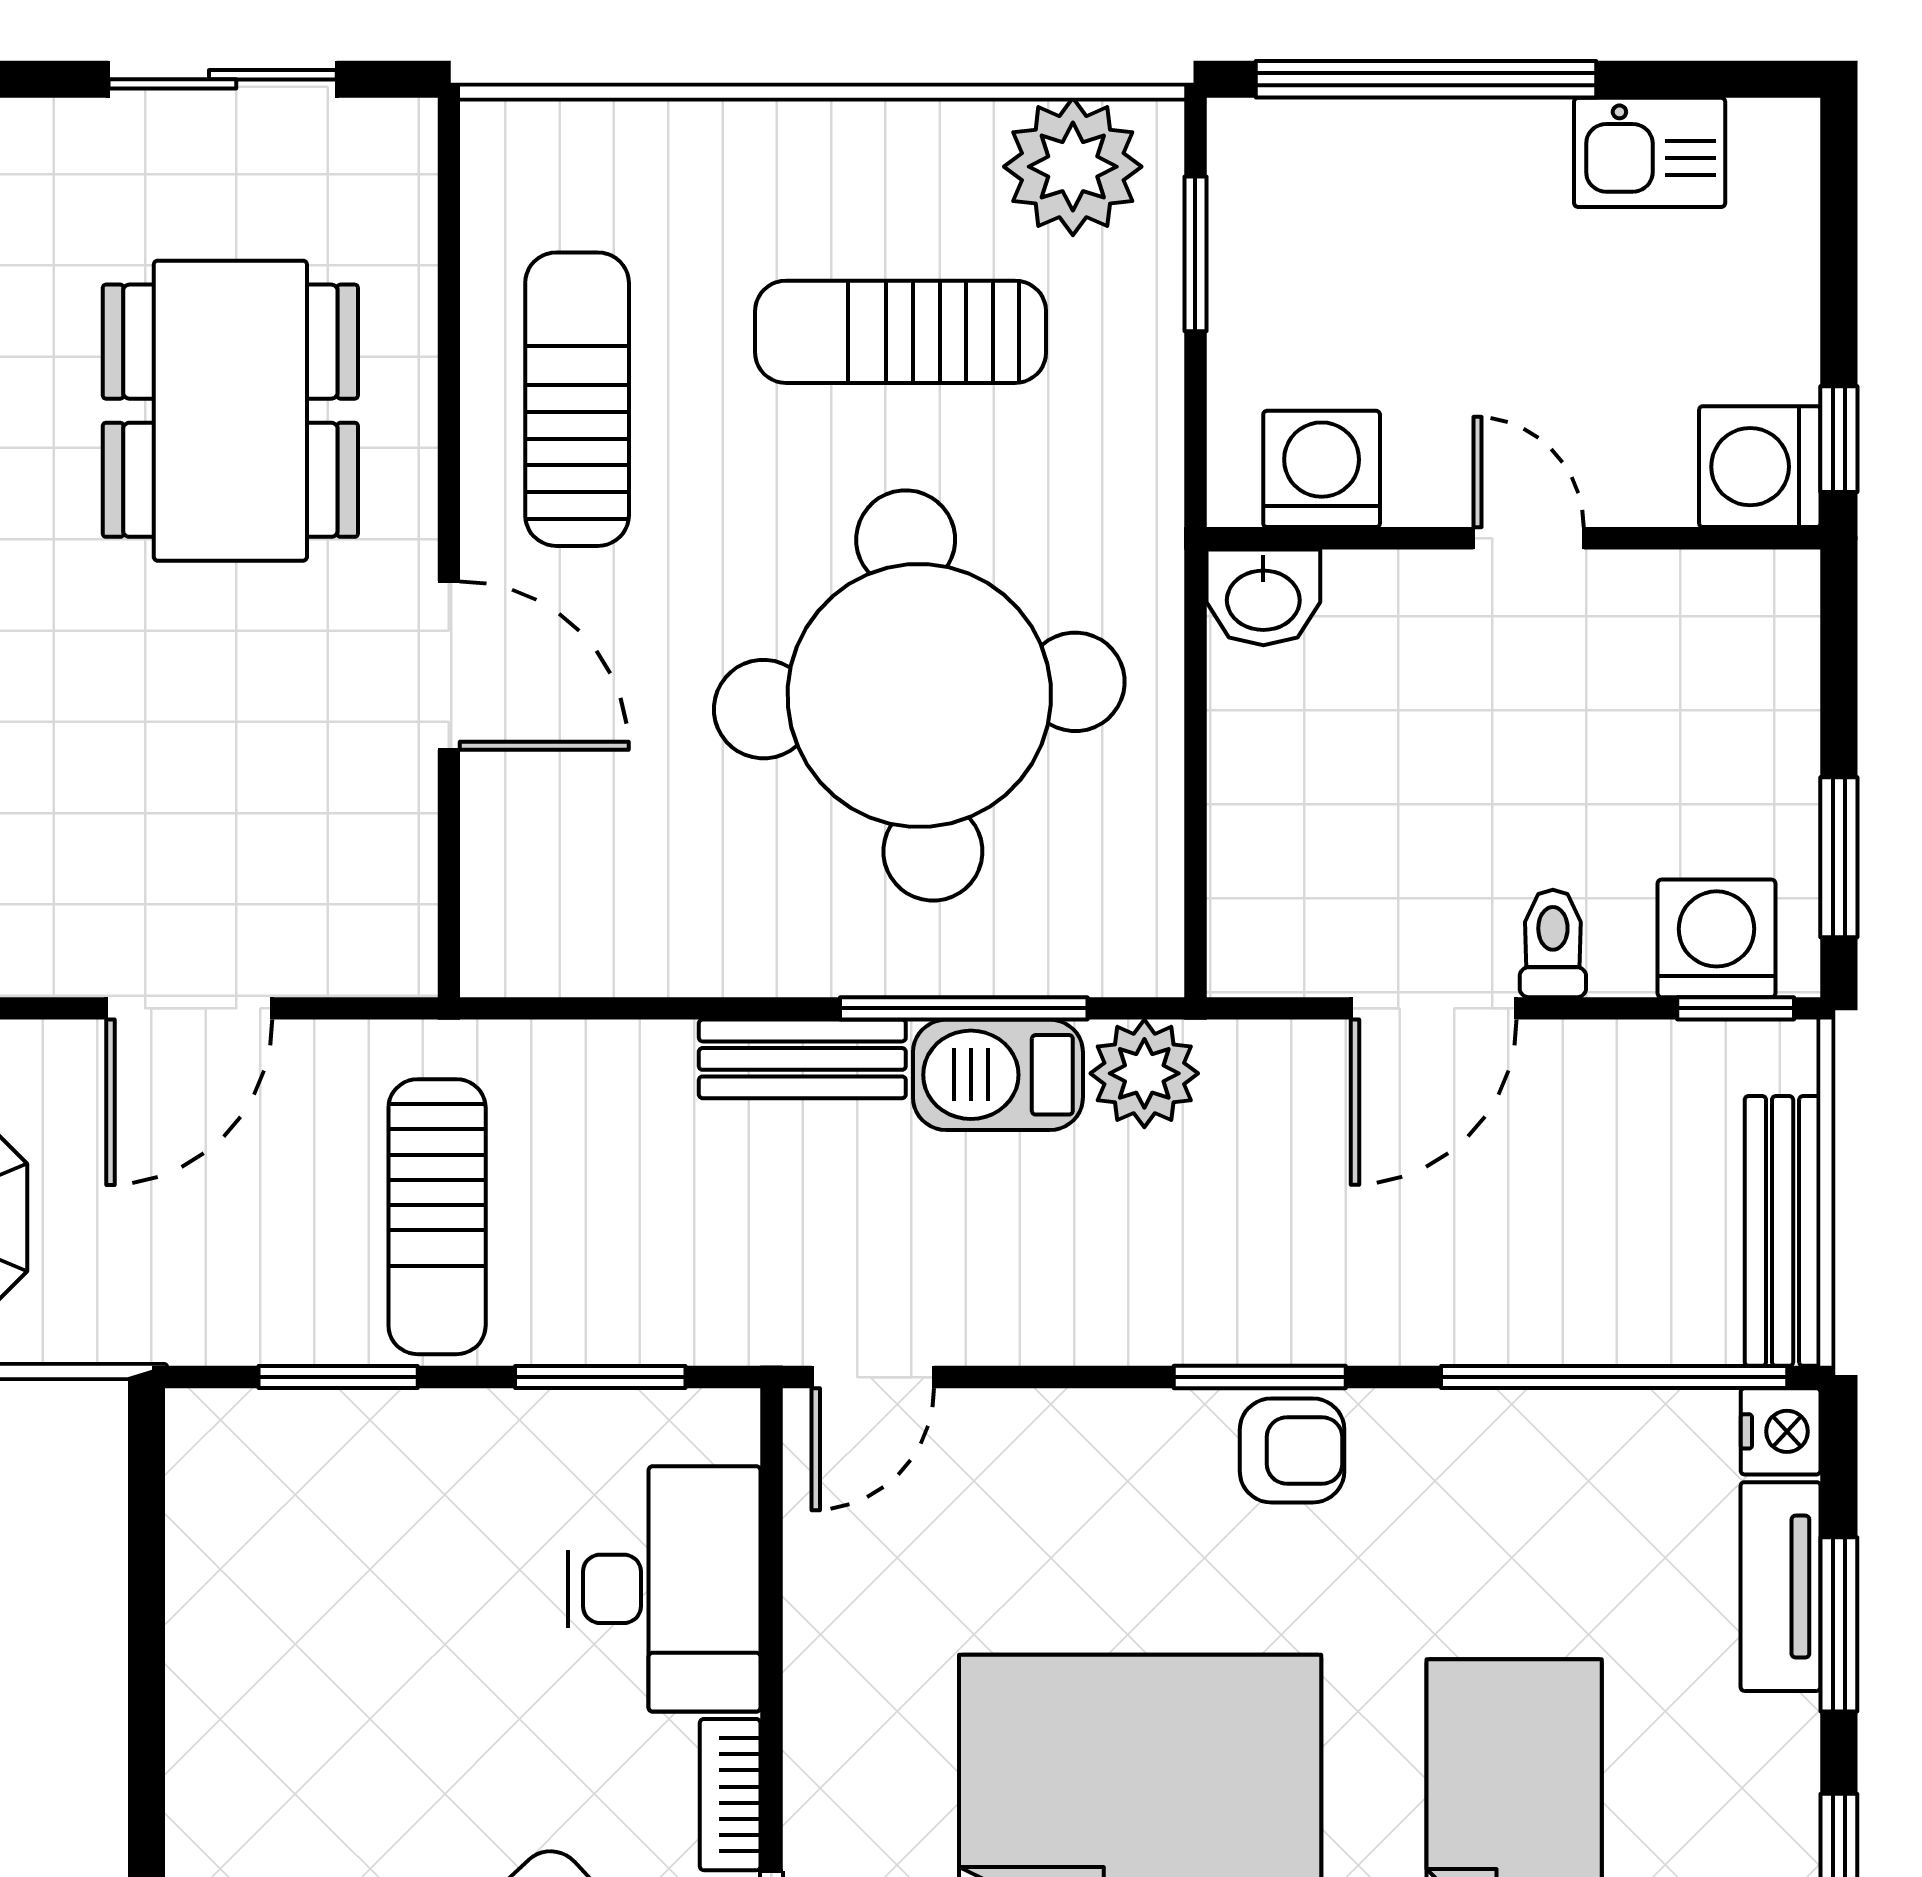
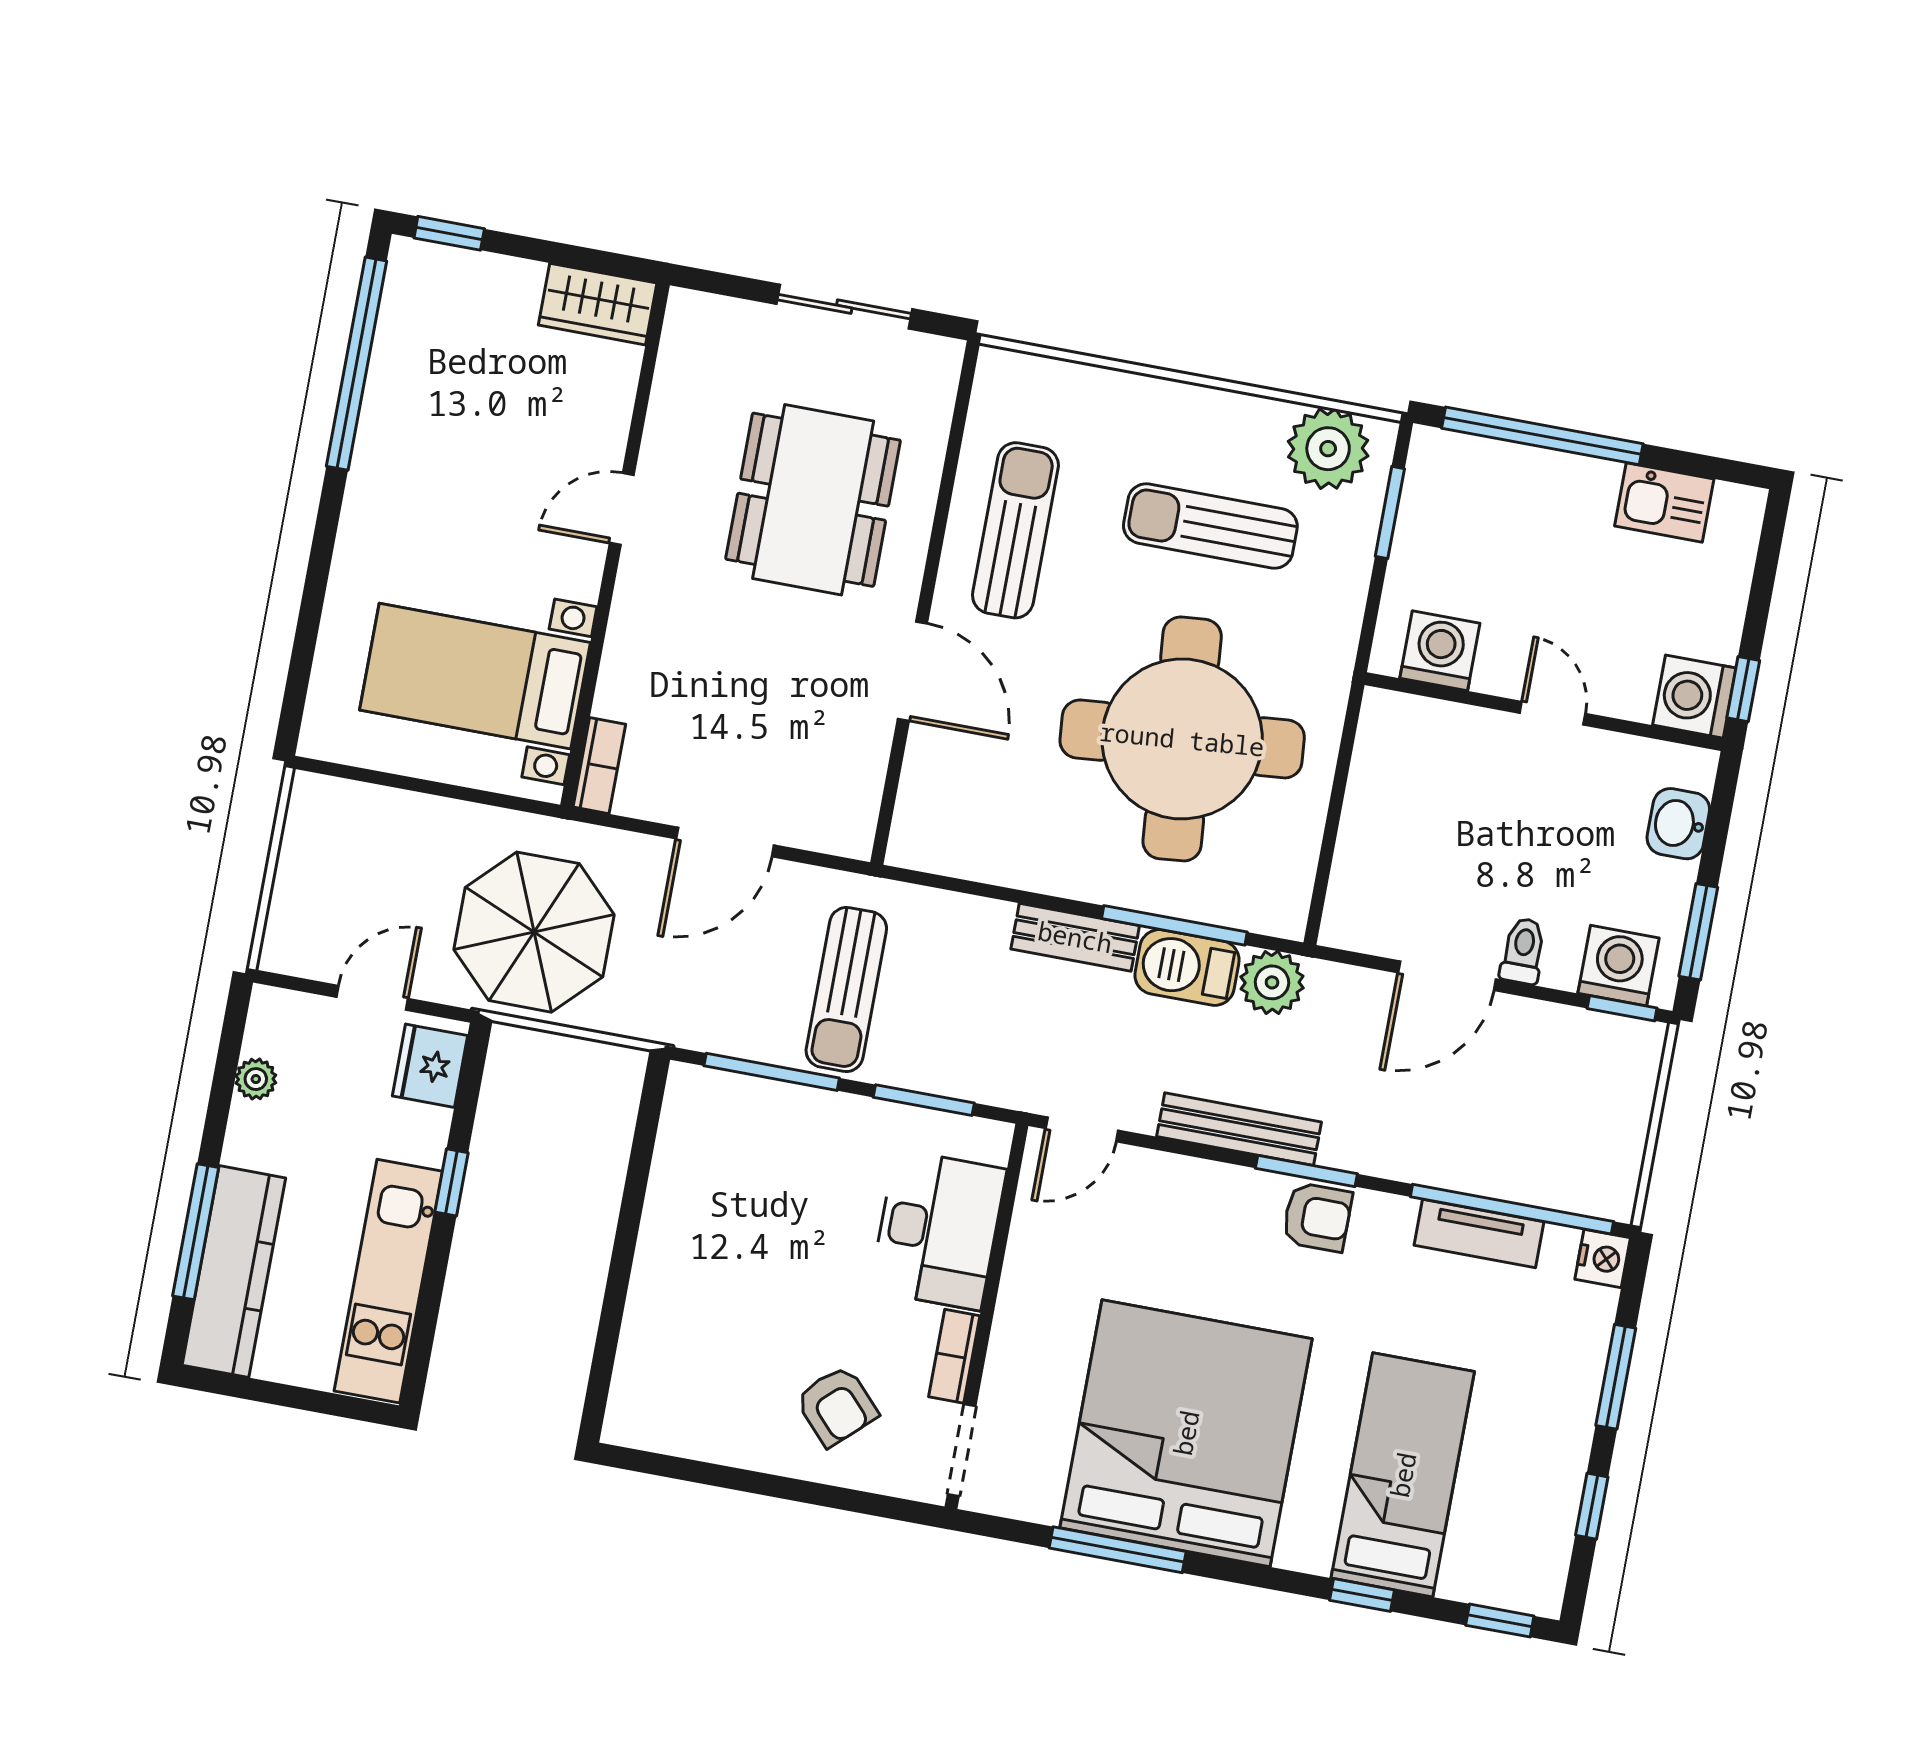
washbasin: (1263, 597) -> (1678, 824), moved, turned 90
bench: (1783, 1231) -> (1239, 1129), moved, turned 90
window: (338, 1377) -> (772, 1072), width x1.44
tv unit: (1781, 1587) -> (1479, 1234), moved, turned -90

